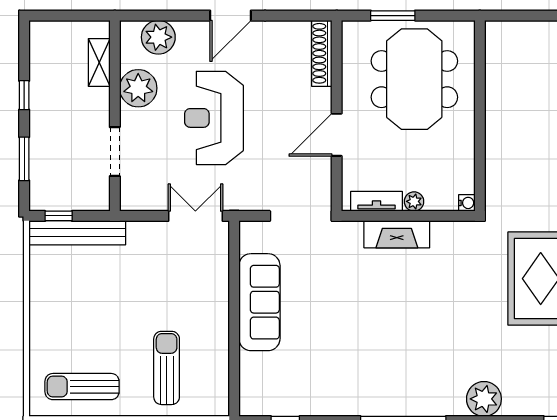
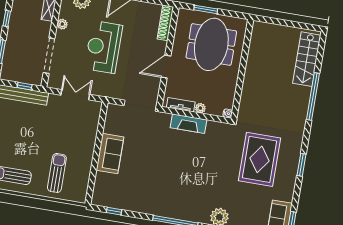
plant: (138, 88) -> (62, 24), width x0.53, depth x0.53
doorway: (115, 152) -> (49, 56), width x1.36
window: (59, 216) -> (25, 86), moved
double door: (195, 216) -> (75, 95), moved
sofa: (259, 302) -> (110, 154), width x0.73

